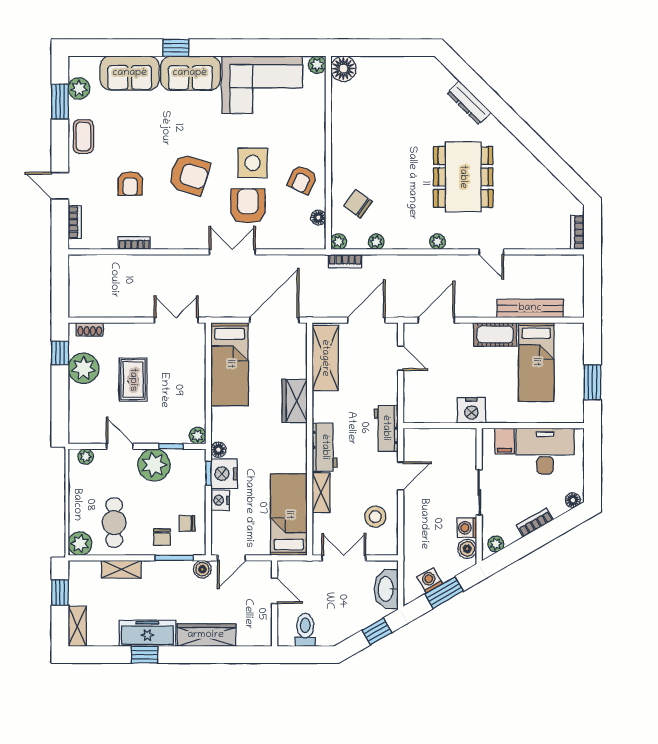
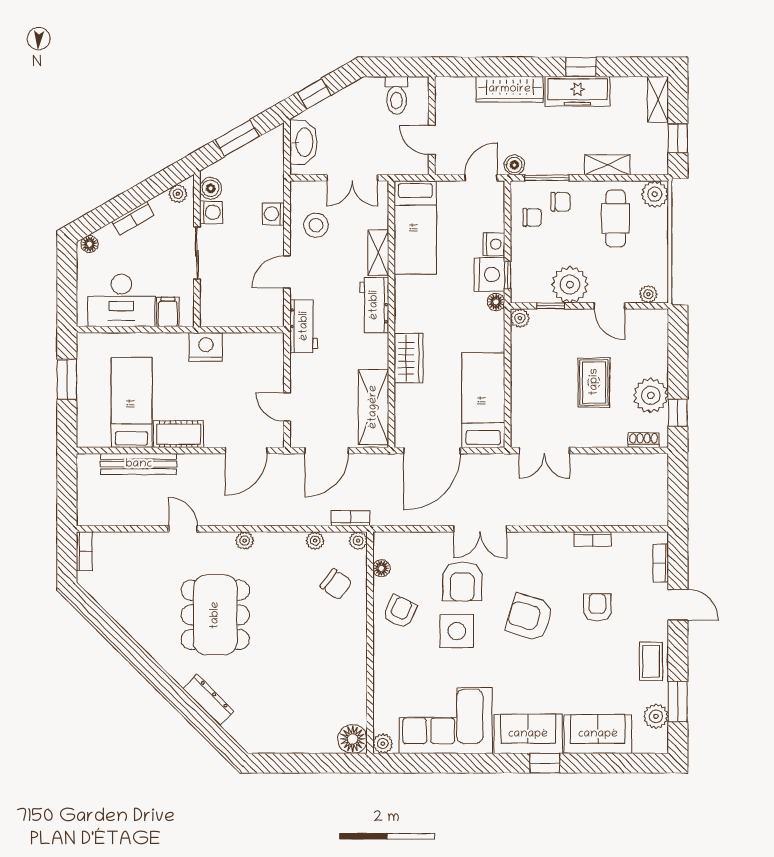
chair: (162, 537) -> (561, 202), turned 90
washing machine: (430, 580) -> (273, 214), moved, turned 120

